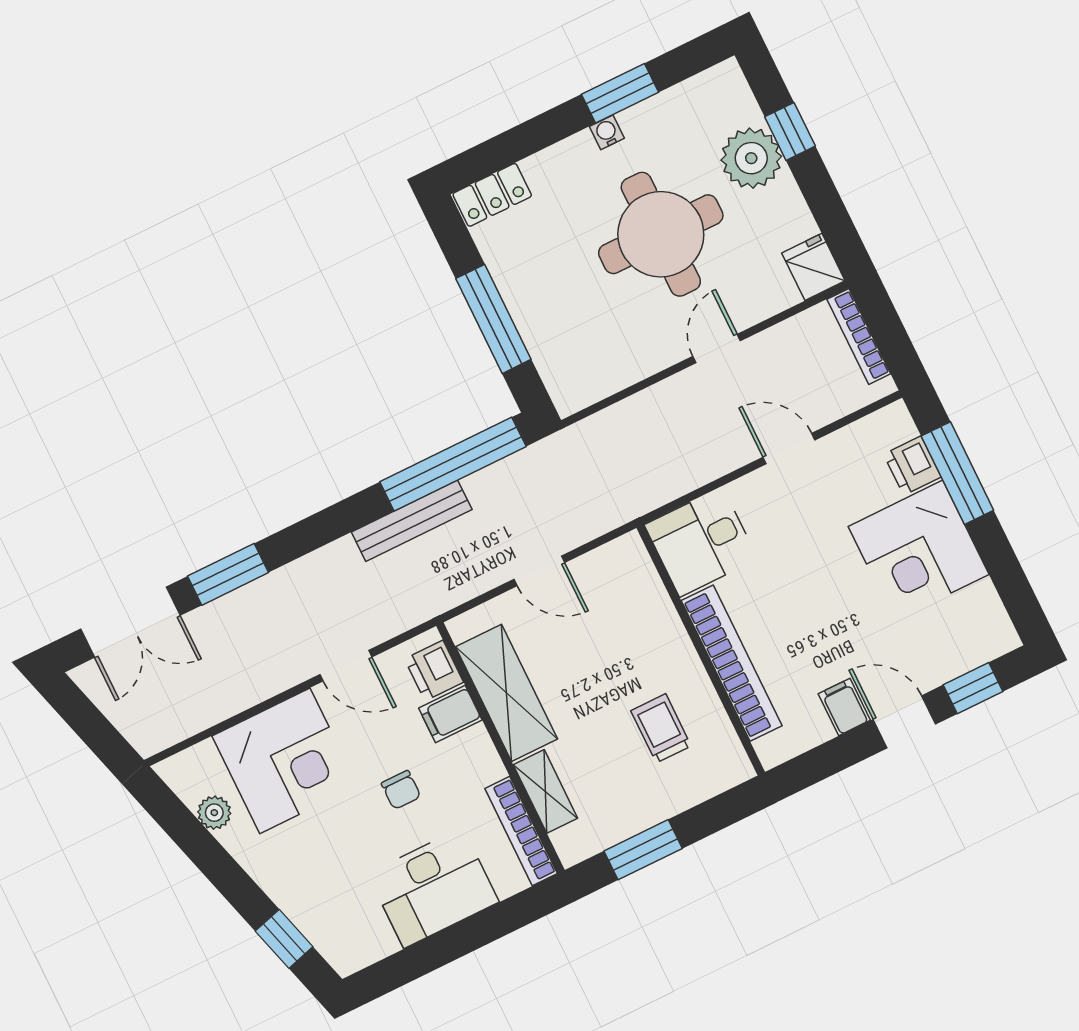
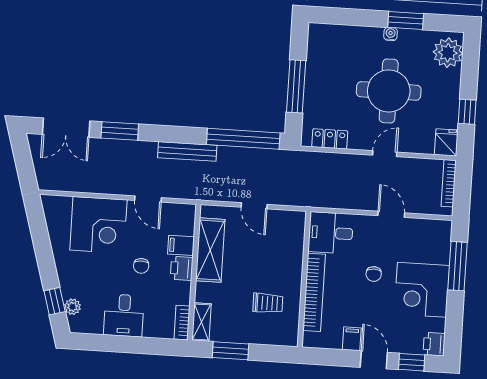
window: (790, 131) -> (467, 112), moved
plant: (751, 158) -> (448, 53), moved
locker: (492, 195) -> (330, 139), moved, turned 180
printer: (912, 466) -> (434, 344), moved
bench: (412, 521) -> (187, 151), moved
chair: (818, 571) -> (374, 274), added
printer: (434, 671) -> (182, 268), moved
trolley: (661, 728) -> (268, 303), turned 90
shelving: (545, 791) -> (201, 322), moved
plant: (214, 813) -> (72, 307), moved
bookcase: (521, 831) -> (182, 323), width x0.64
desk: (433, 888) -> (124, 315), width x0.73

